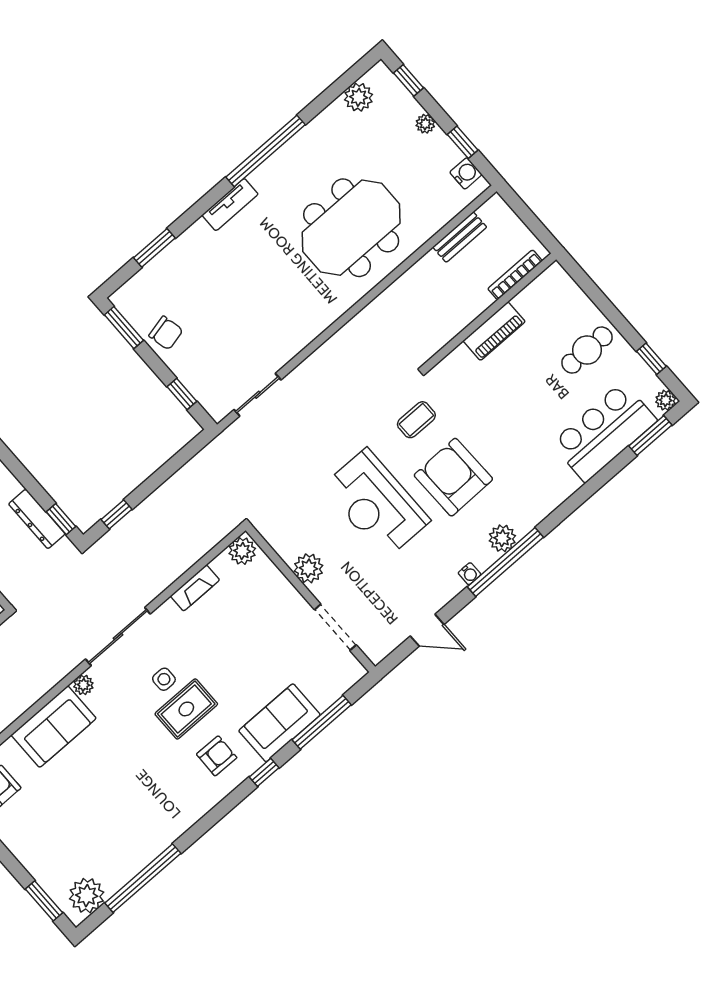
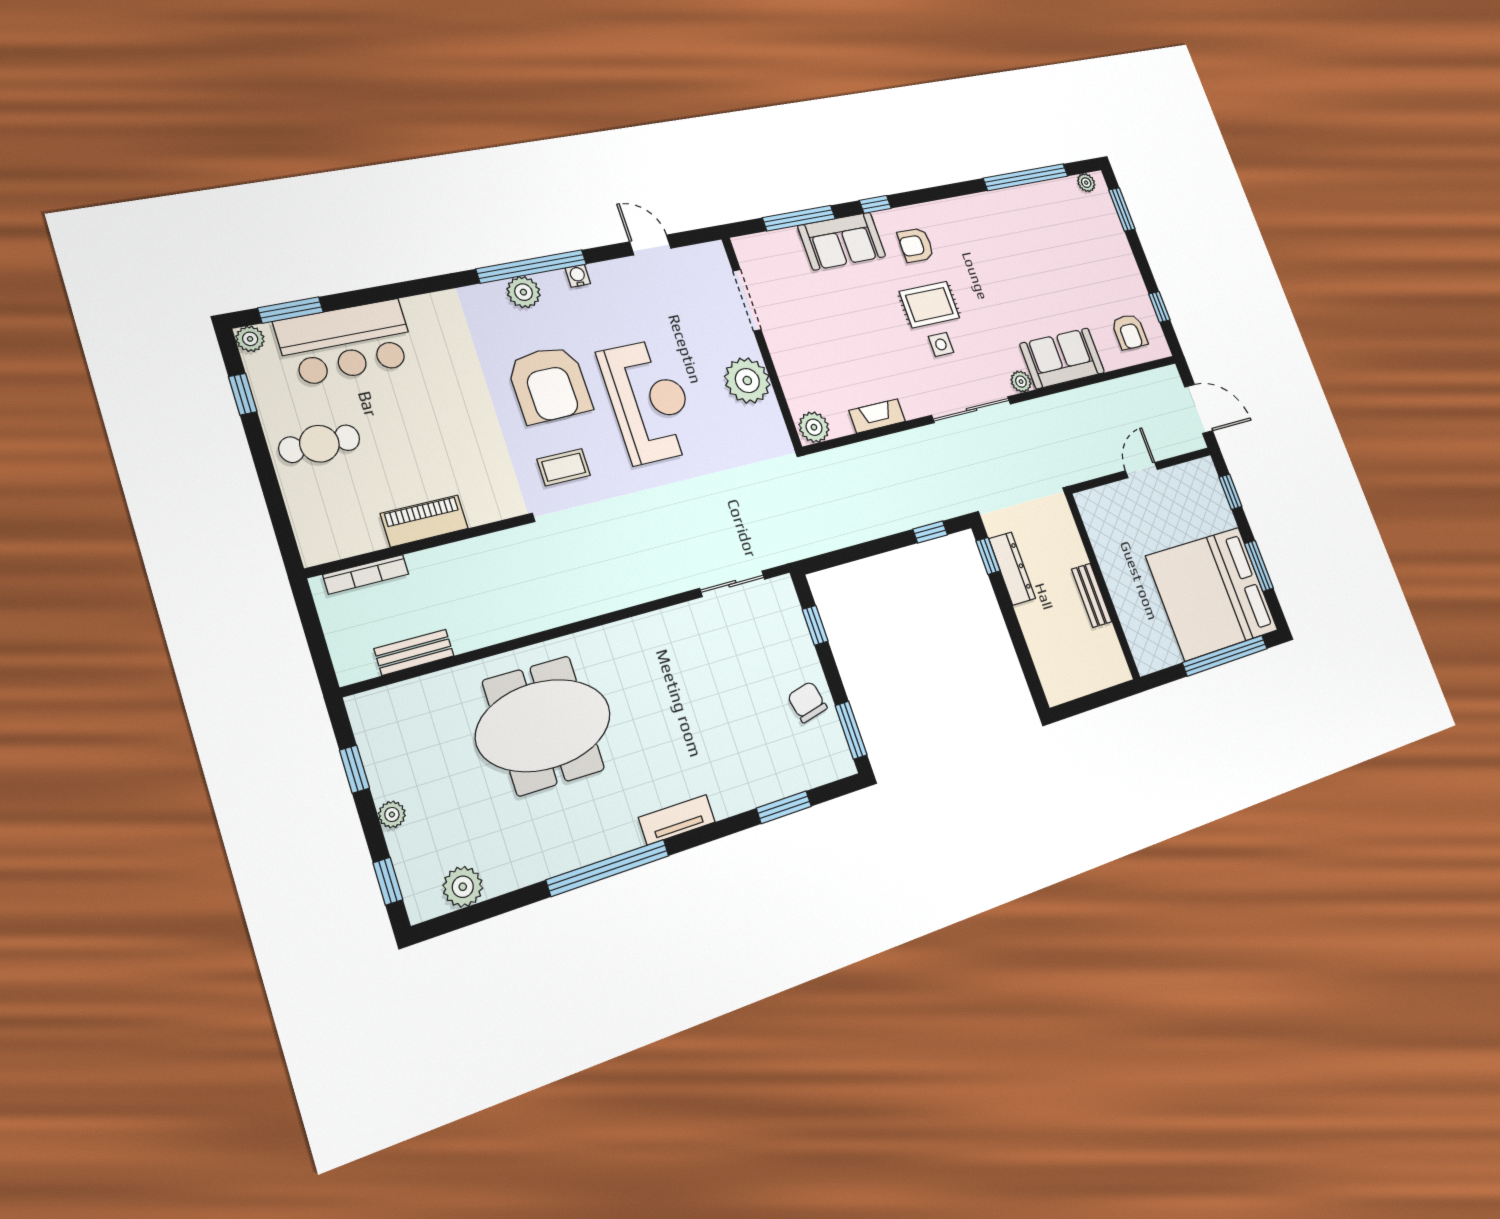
water cooler: (466, 173) -> (369, 728), removed
plant: (309, 568) -> (747, 381), width x1.36, depth x1.36
plant: (87, 896) -> (1086, 183), width x0.53, depth x0.53

